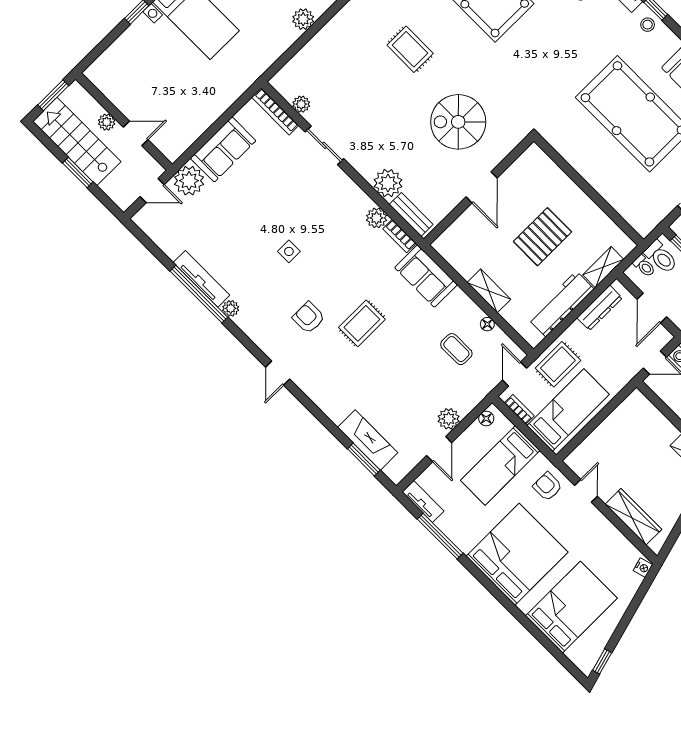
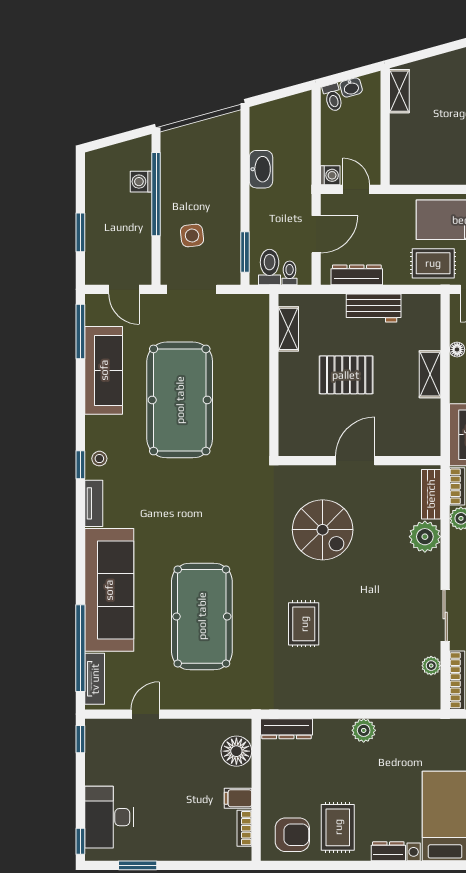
shelving: (603, 267) -> (288, 329), moved, turned 90
workbench: (561, 304) -> (374, 308), width x0.73

